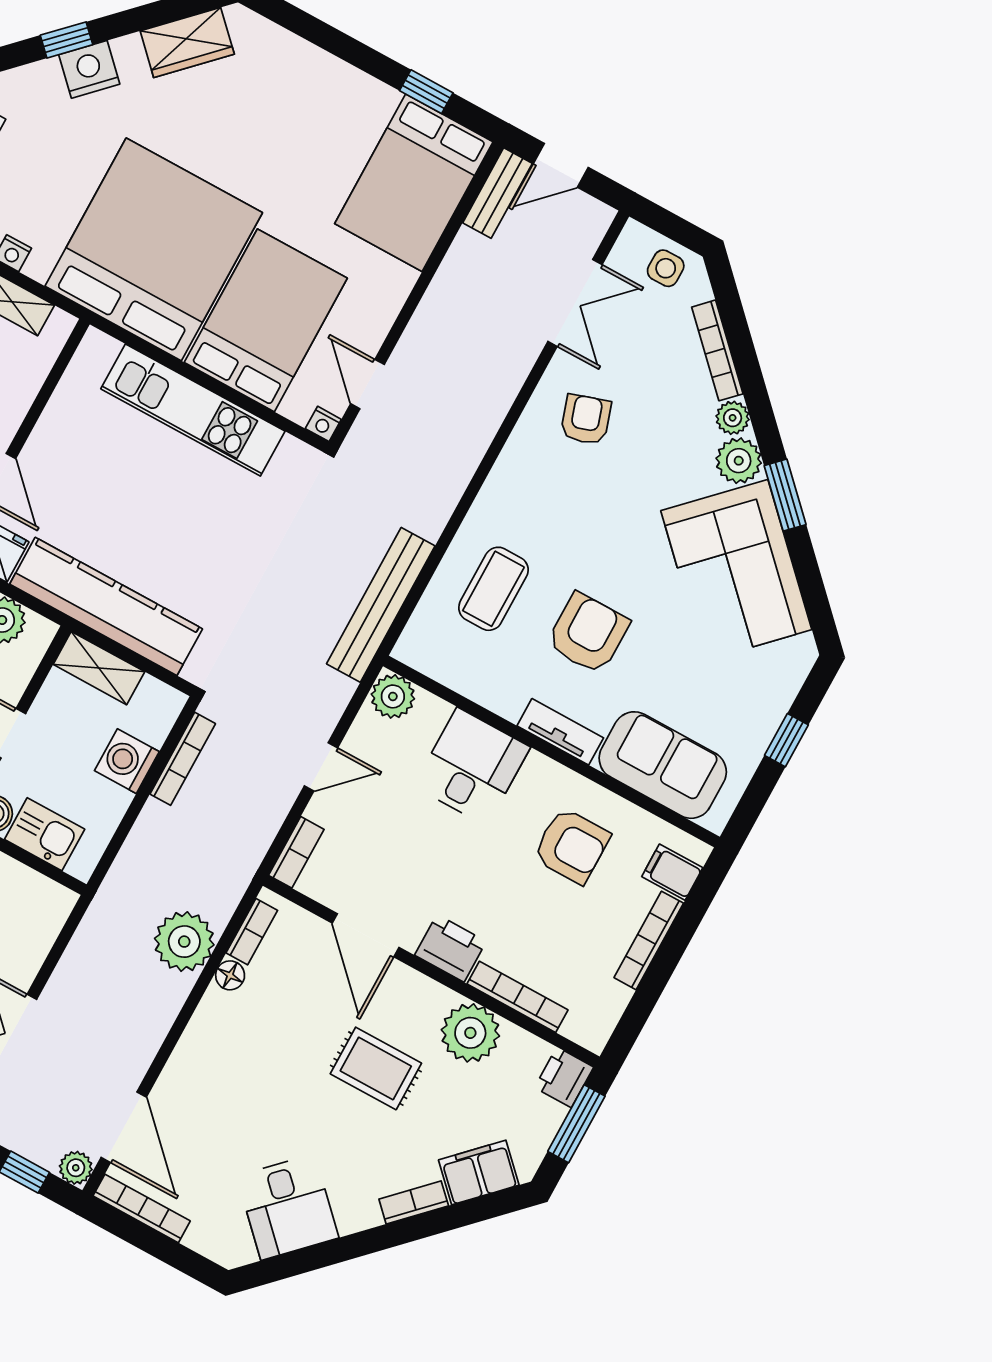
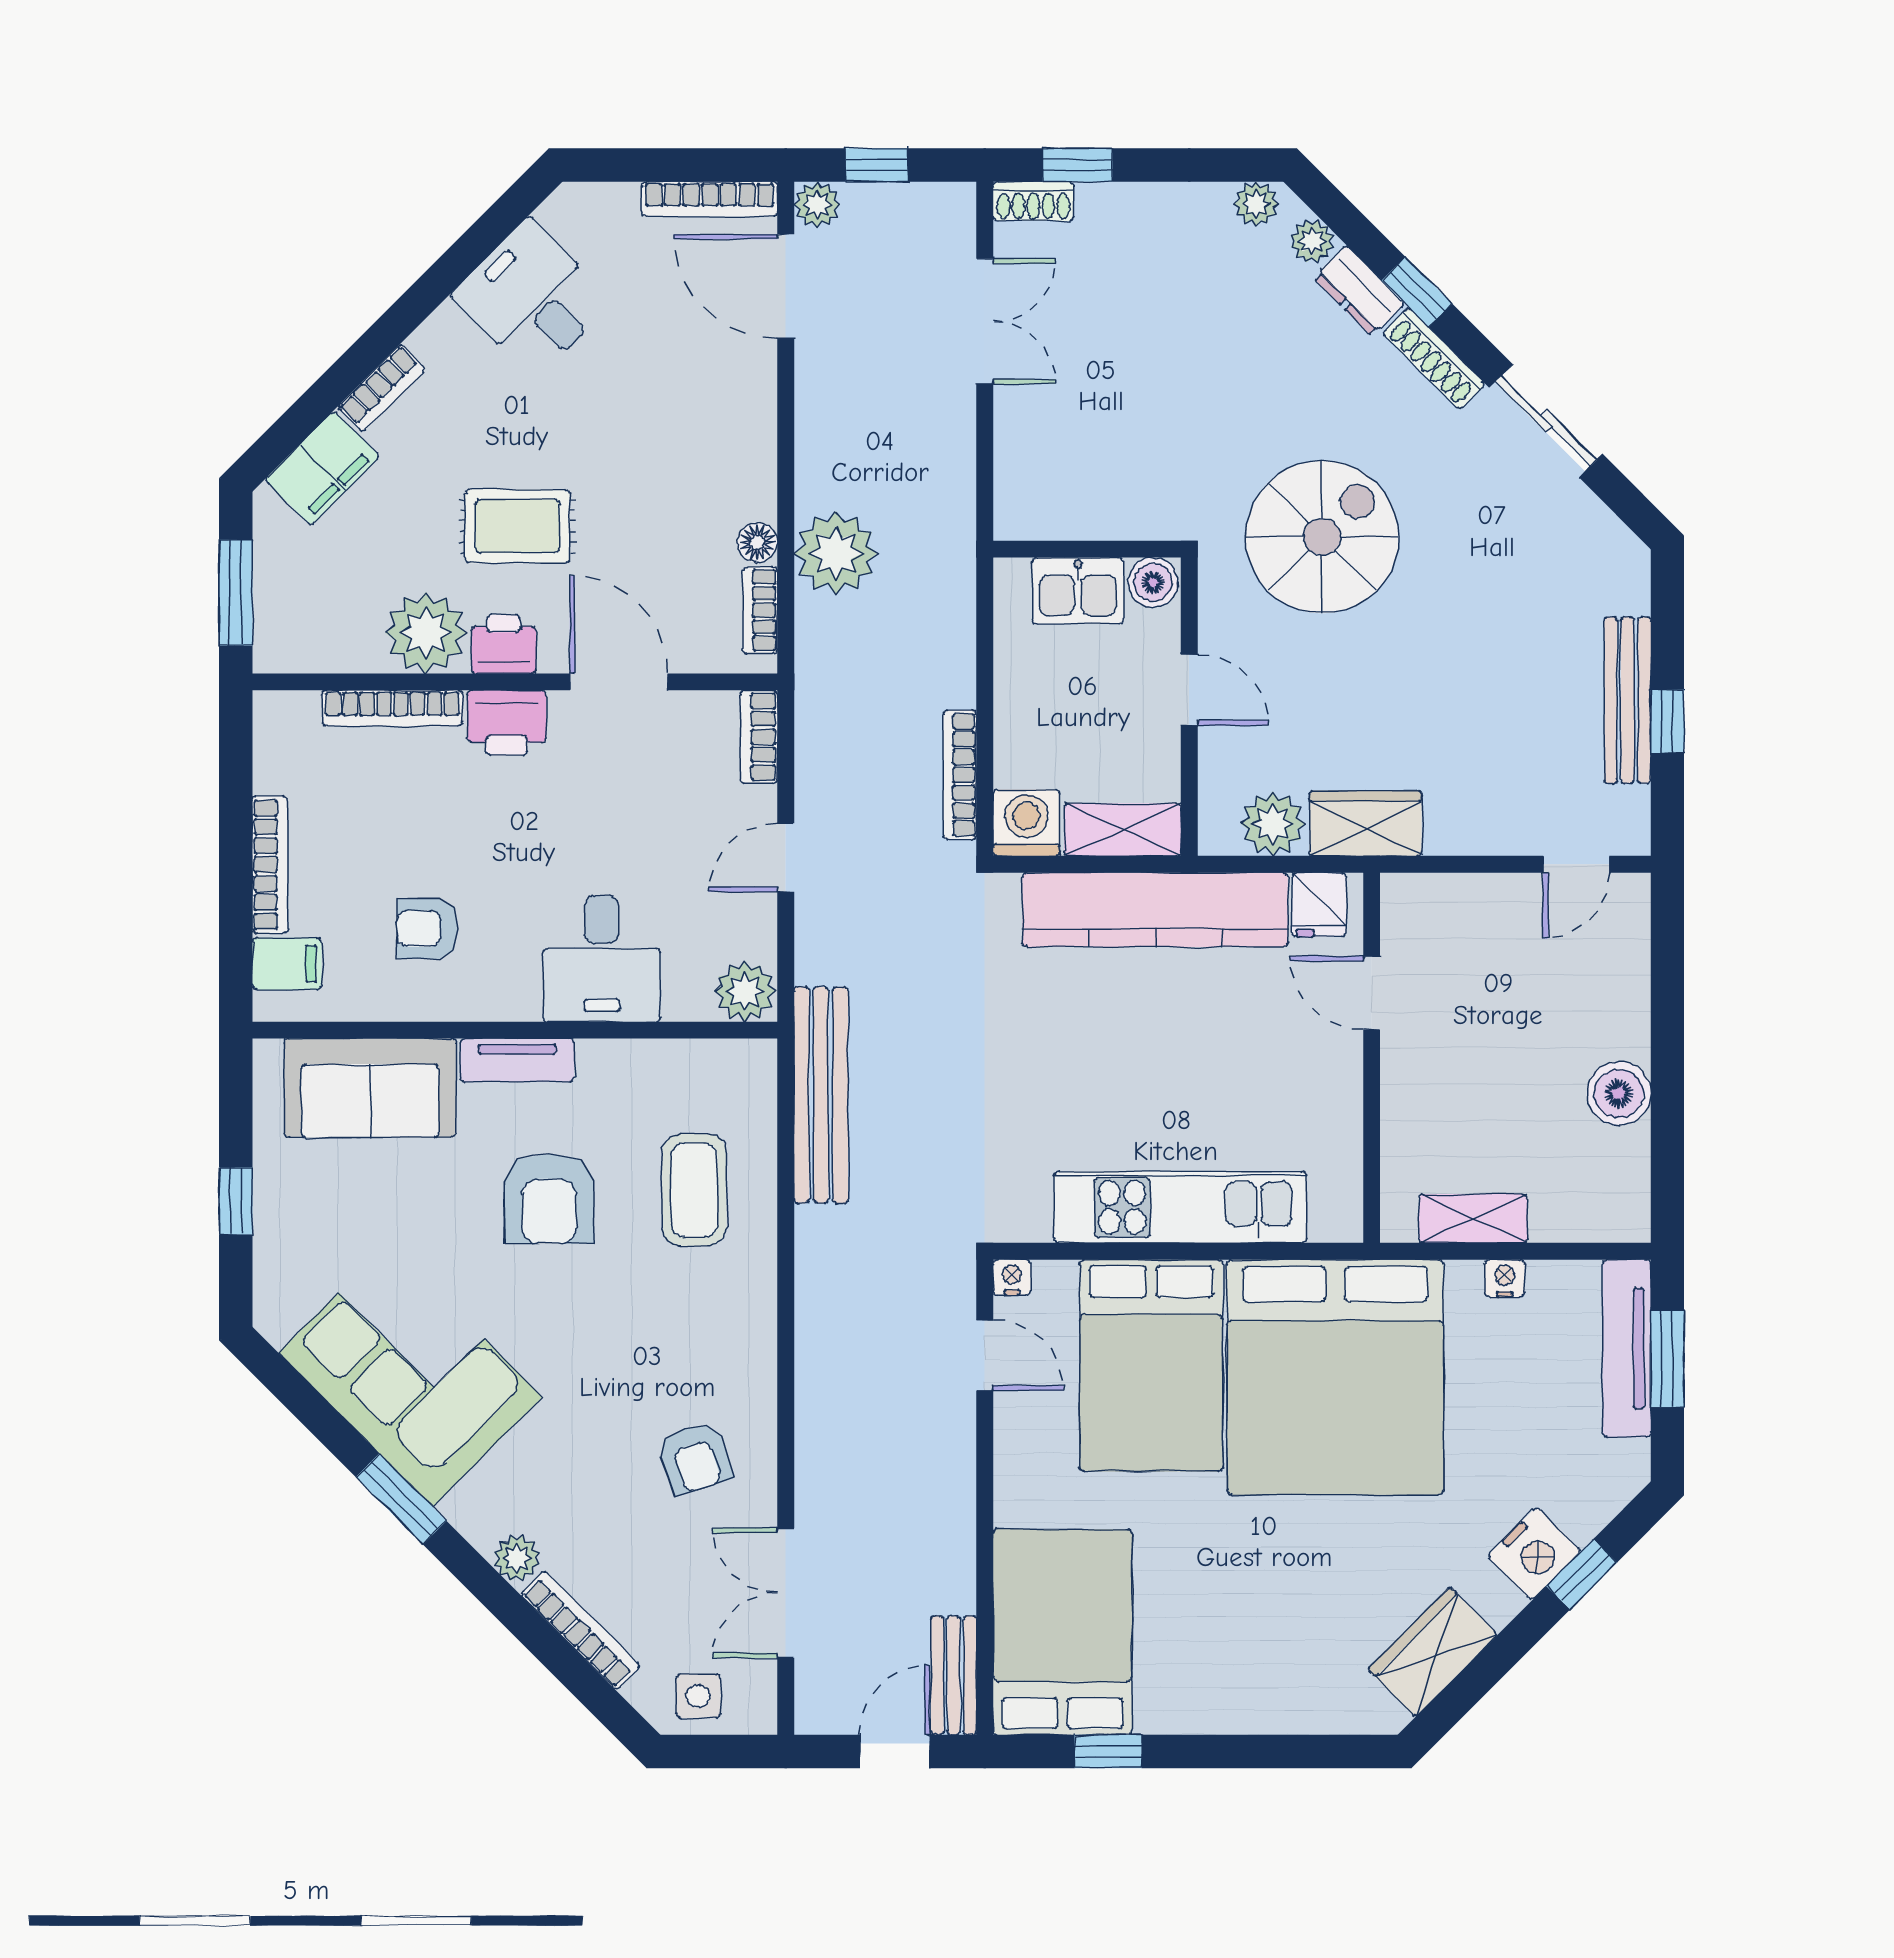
plant: (739, 461) -> (481, 1510), removed
washing machine: (127, 761) -> (1026, 823), moved, turned -90
armchair: (571, 846) -> (427, 928), width x0.72, depth x0.72
printer: (564, 1077) -> (504, 644), moved, turned -90

